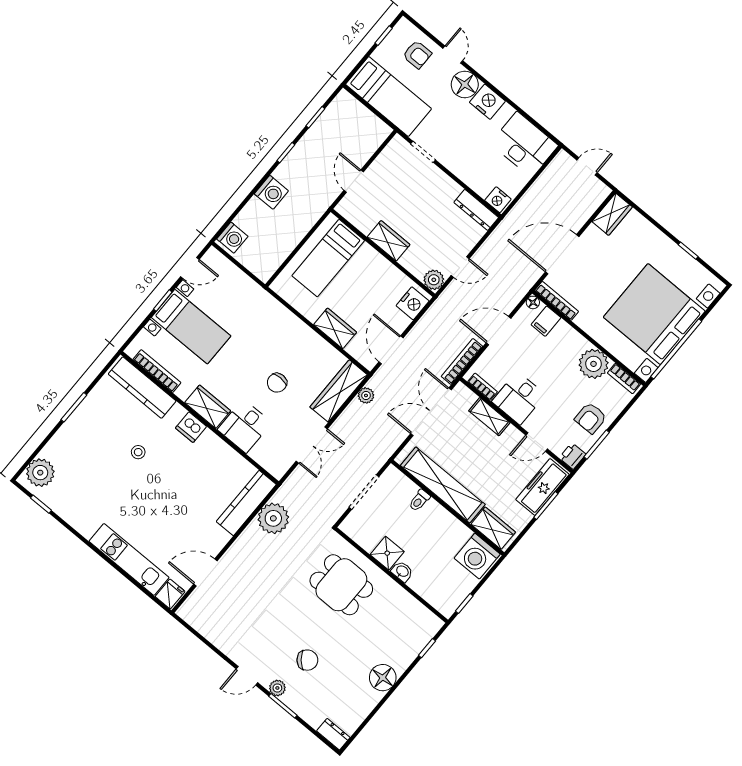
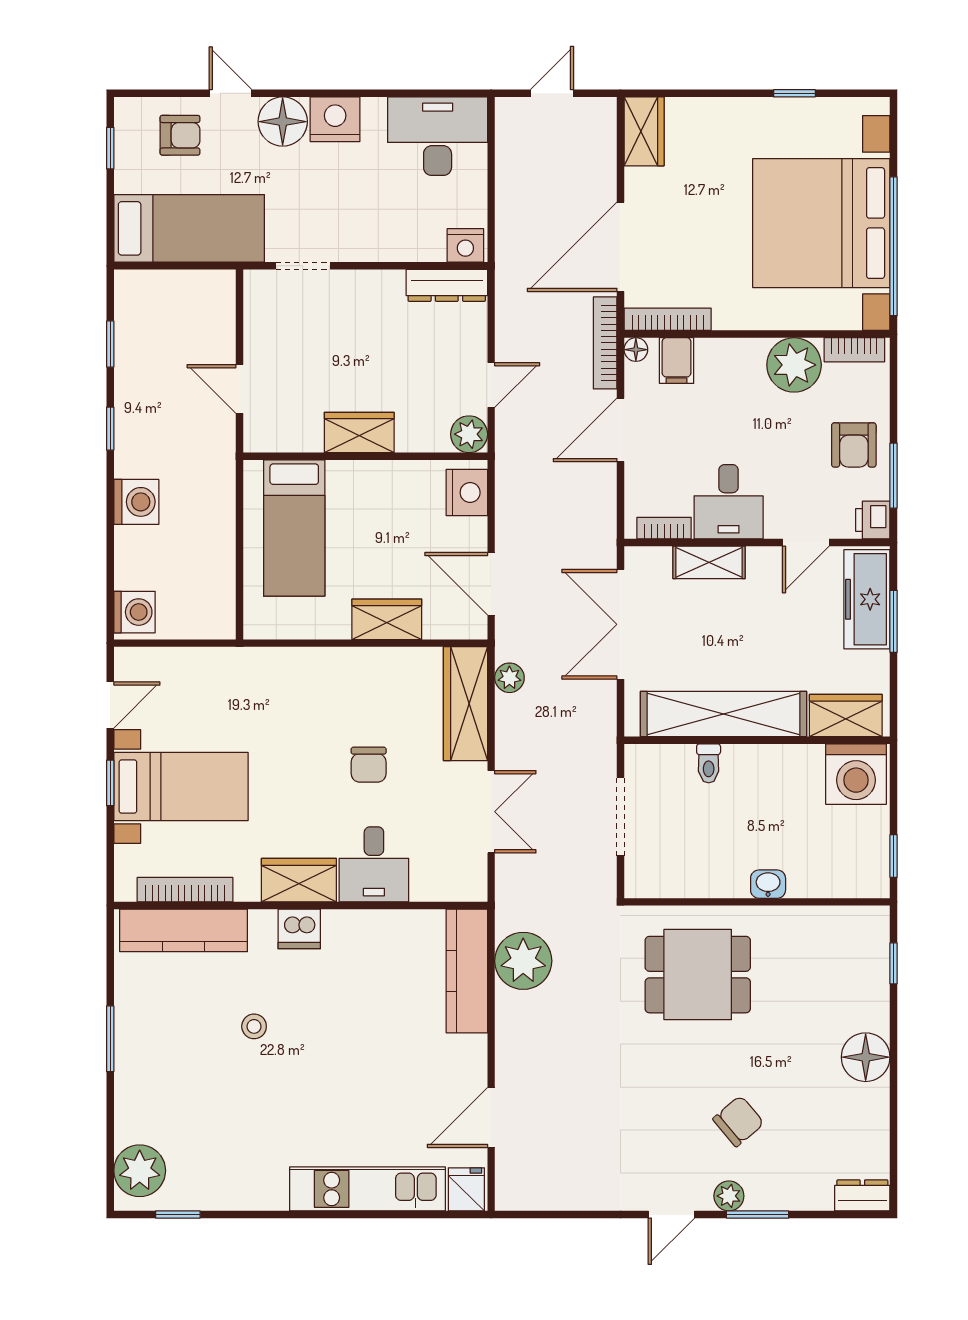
bookcase: (462, 361) -> (605, 343), moved
shower: (387, 553) -> (725, 876), removed

